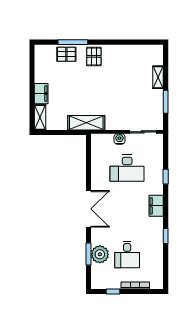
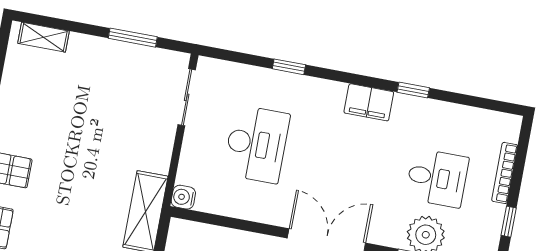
shelving: (158, 77) -> (44, 37), moved
water cooler: (120, 139) -> (183, 197), moved
filing cabinet: (156, 206) -> (369, 102), moved

